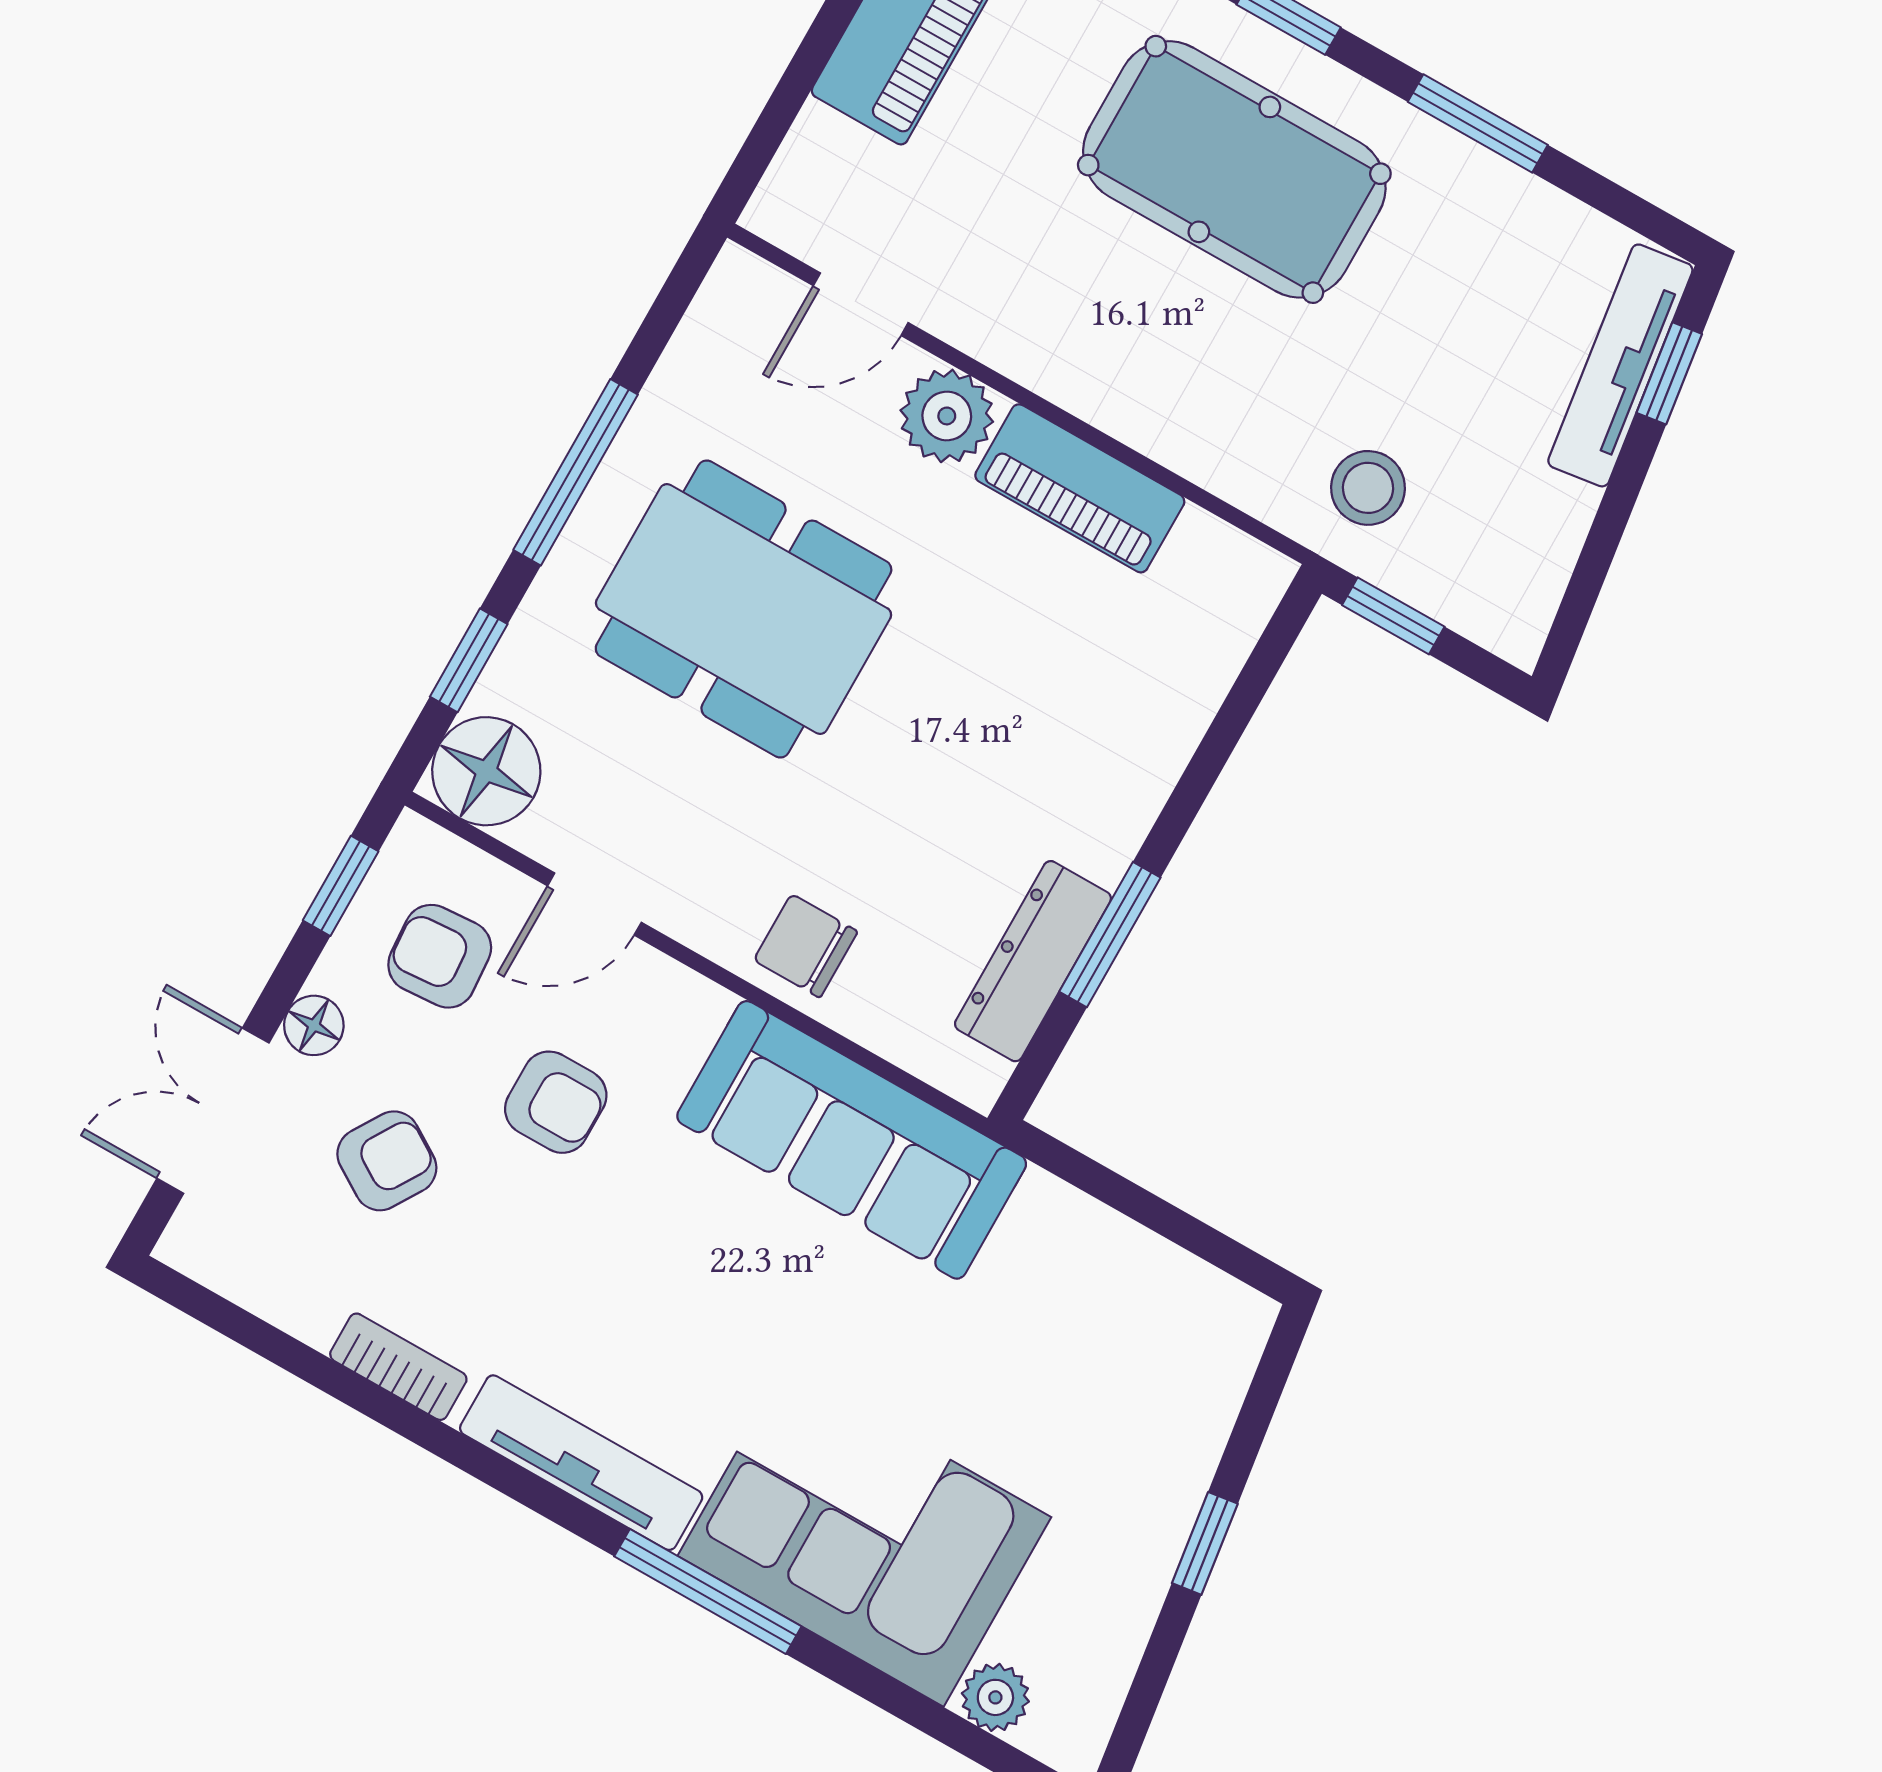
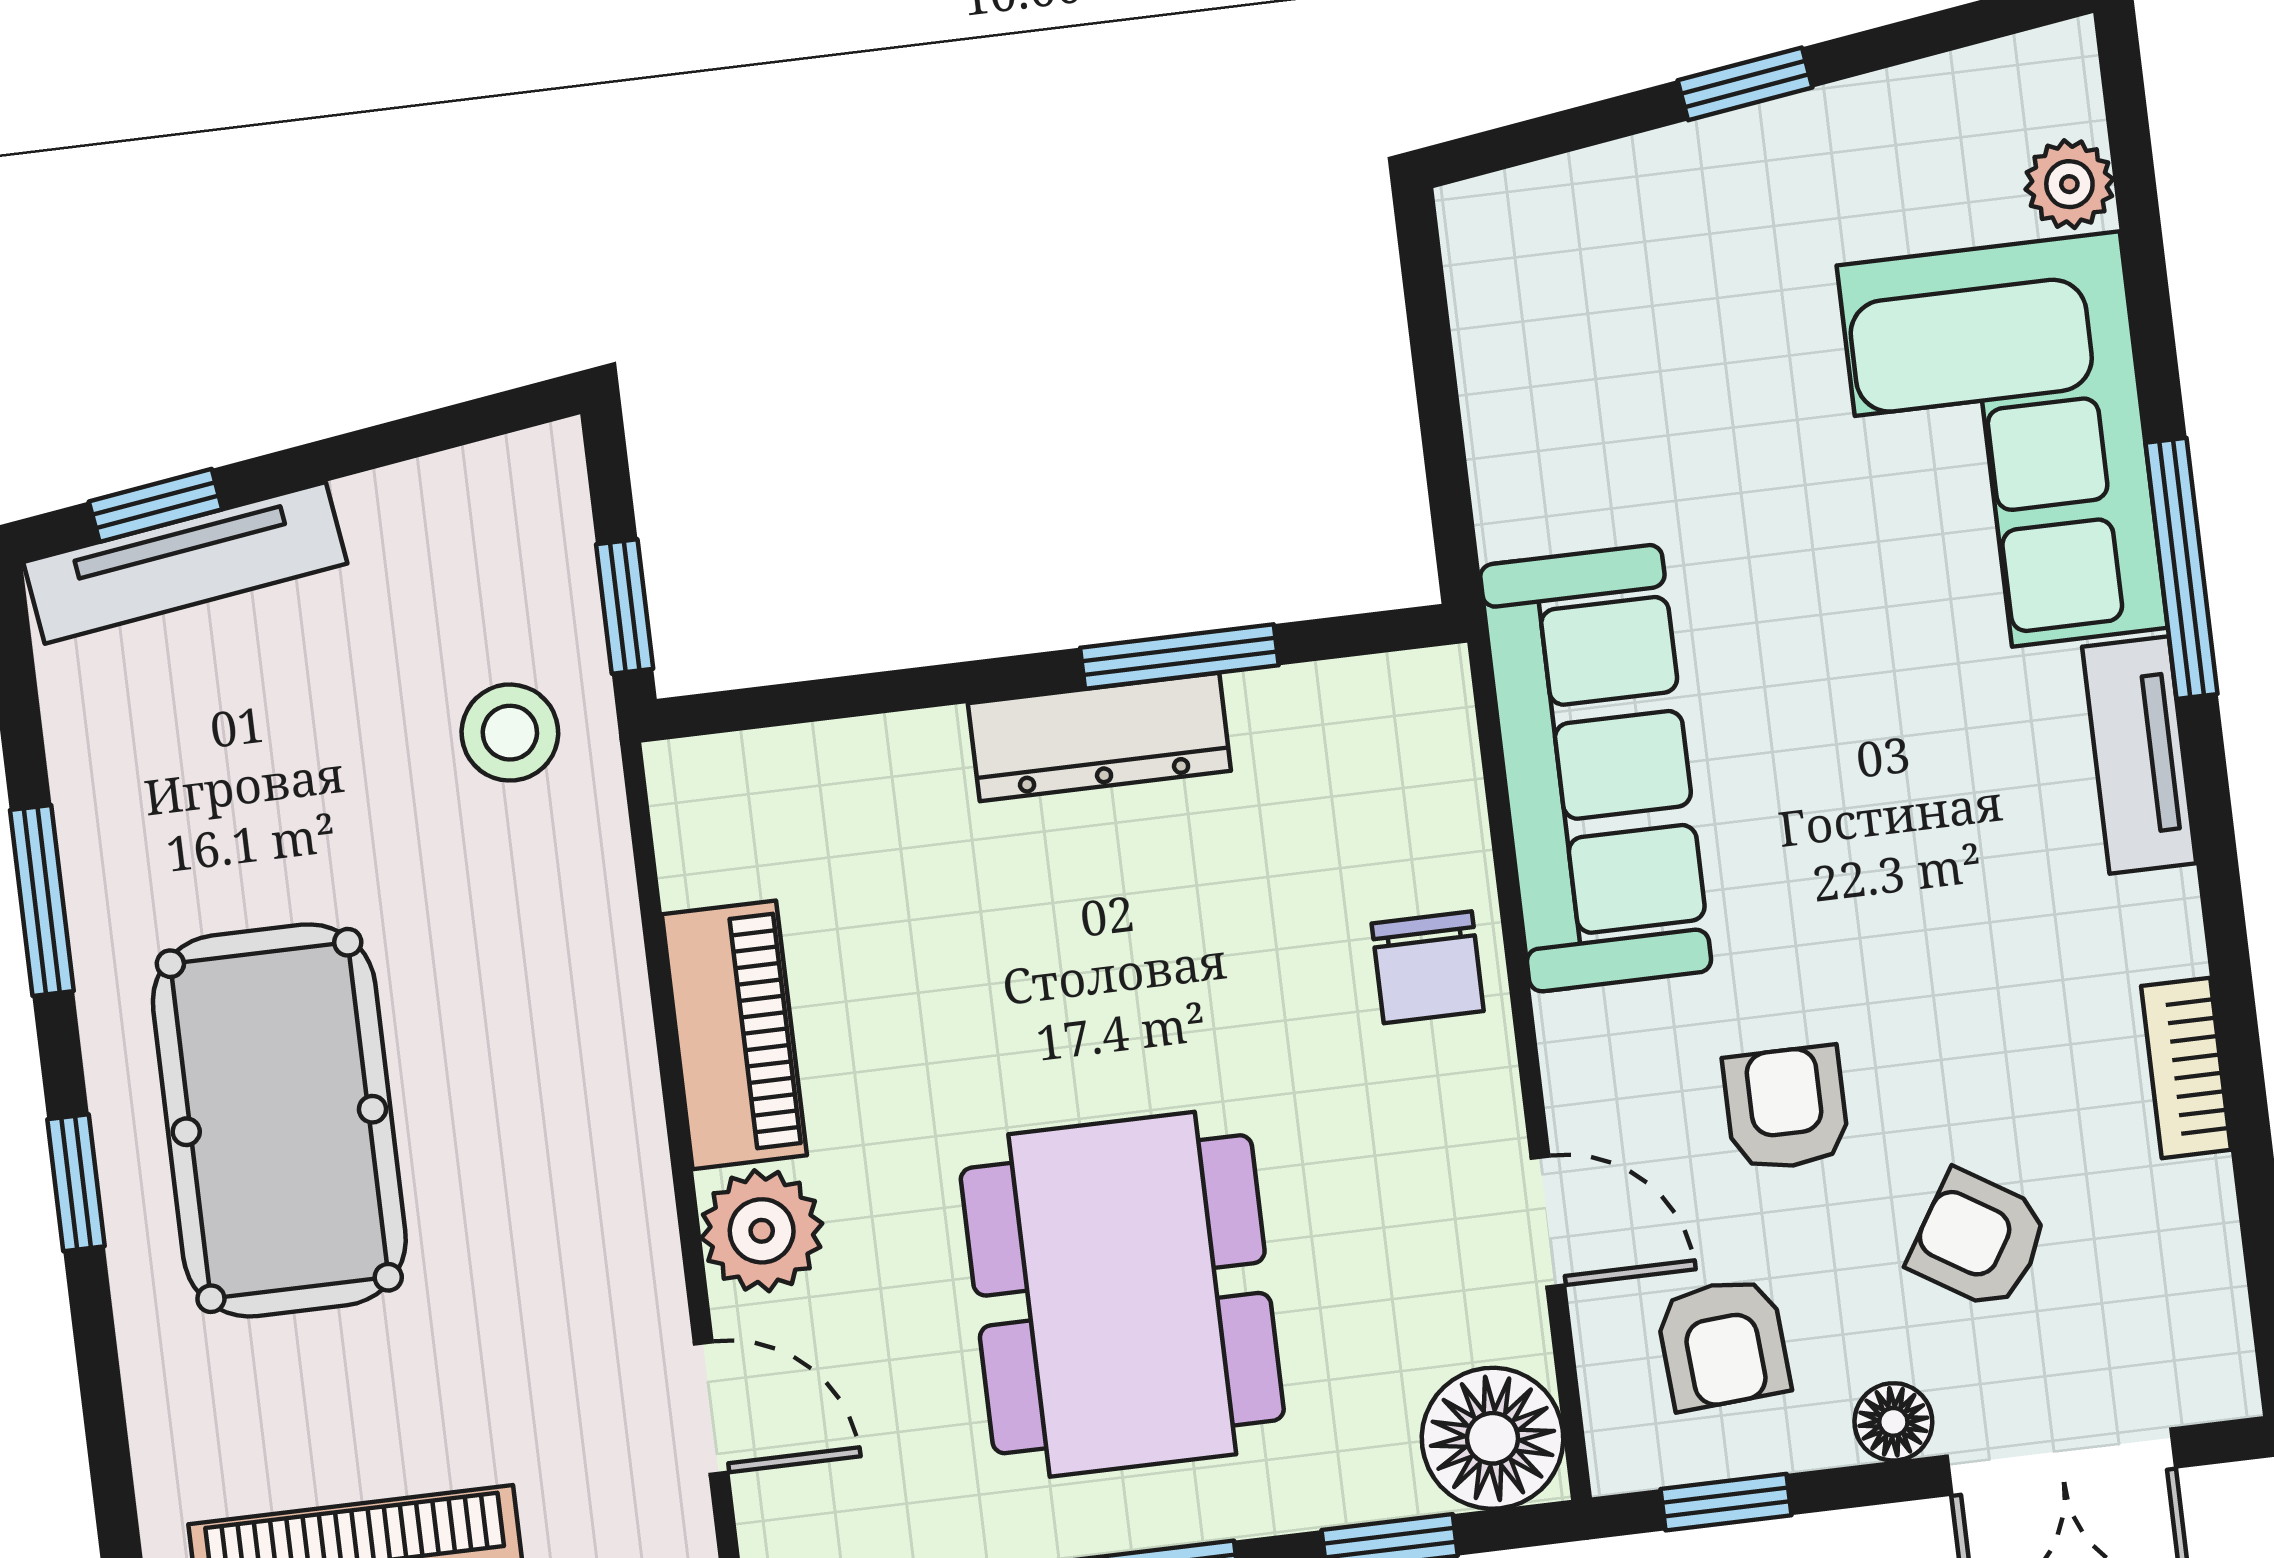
dresser: (1033, 961) -> (1099, 737), moved
tv unit: (581, 1463) -> (2139, 755), width x0.71

